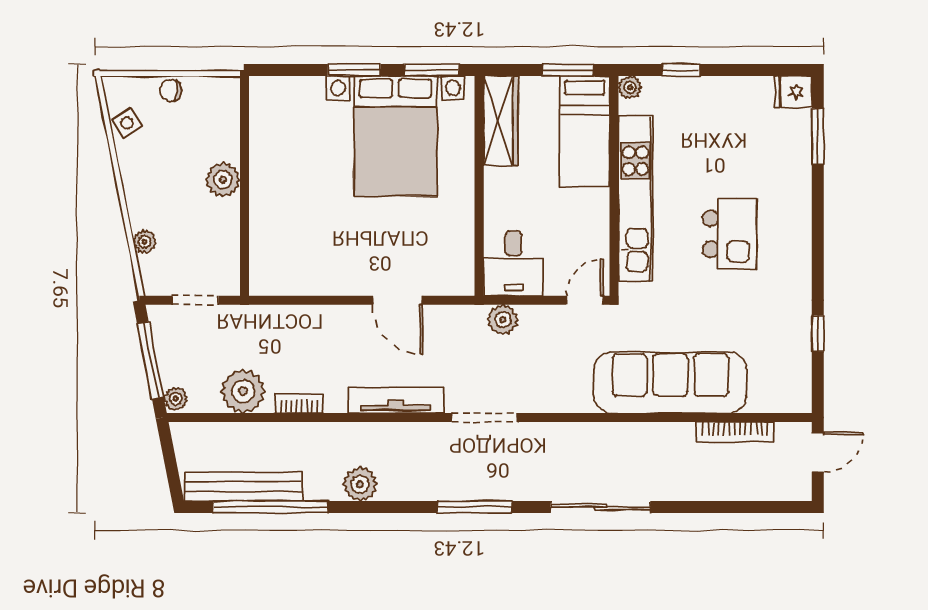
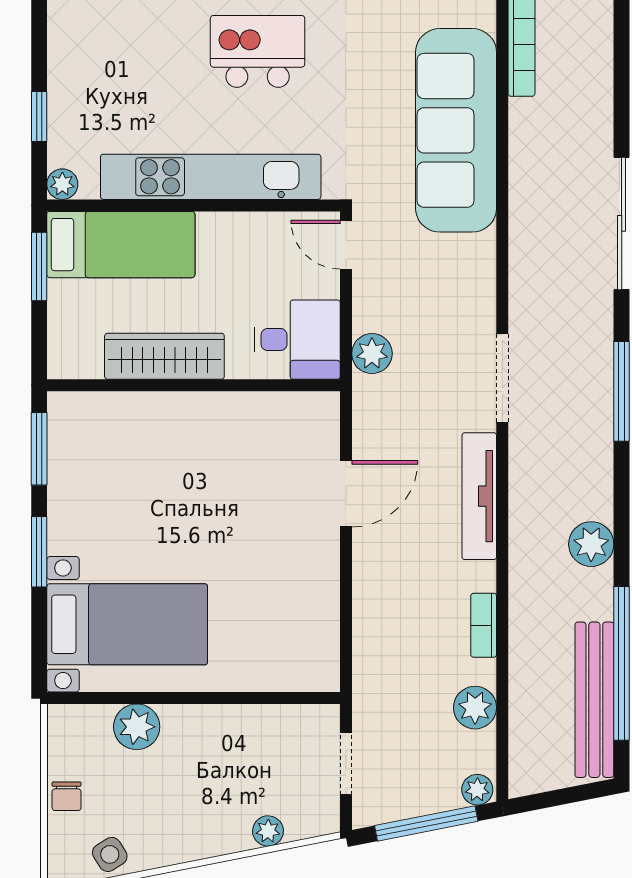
wardrobe: (501, 121) -> (164, 356), moved
bed with nightstands: (395, 136) -> (127, 624), moved, width x0.73
plant: (223, 180) -> (137, 727), moved
plant: (243, 391) -> (475, 708), width x0.73, depth x0.73

